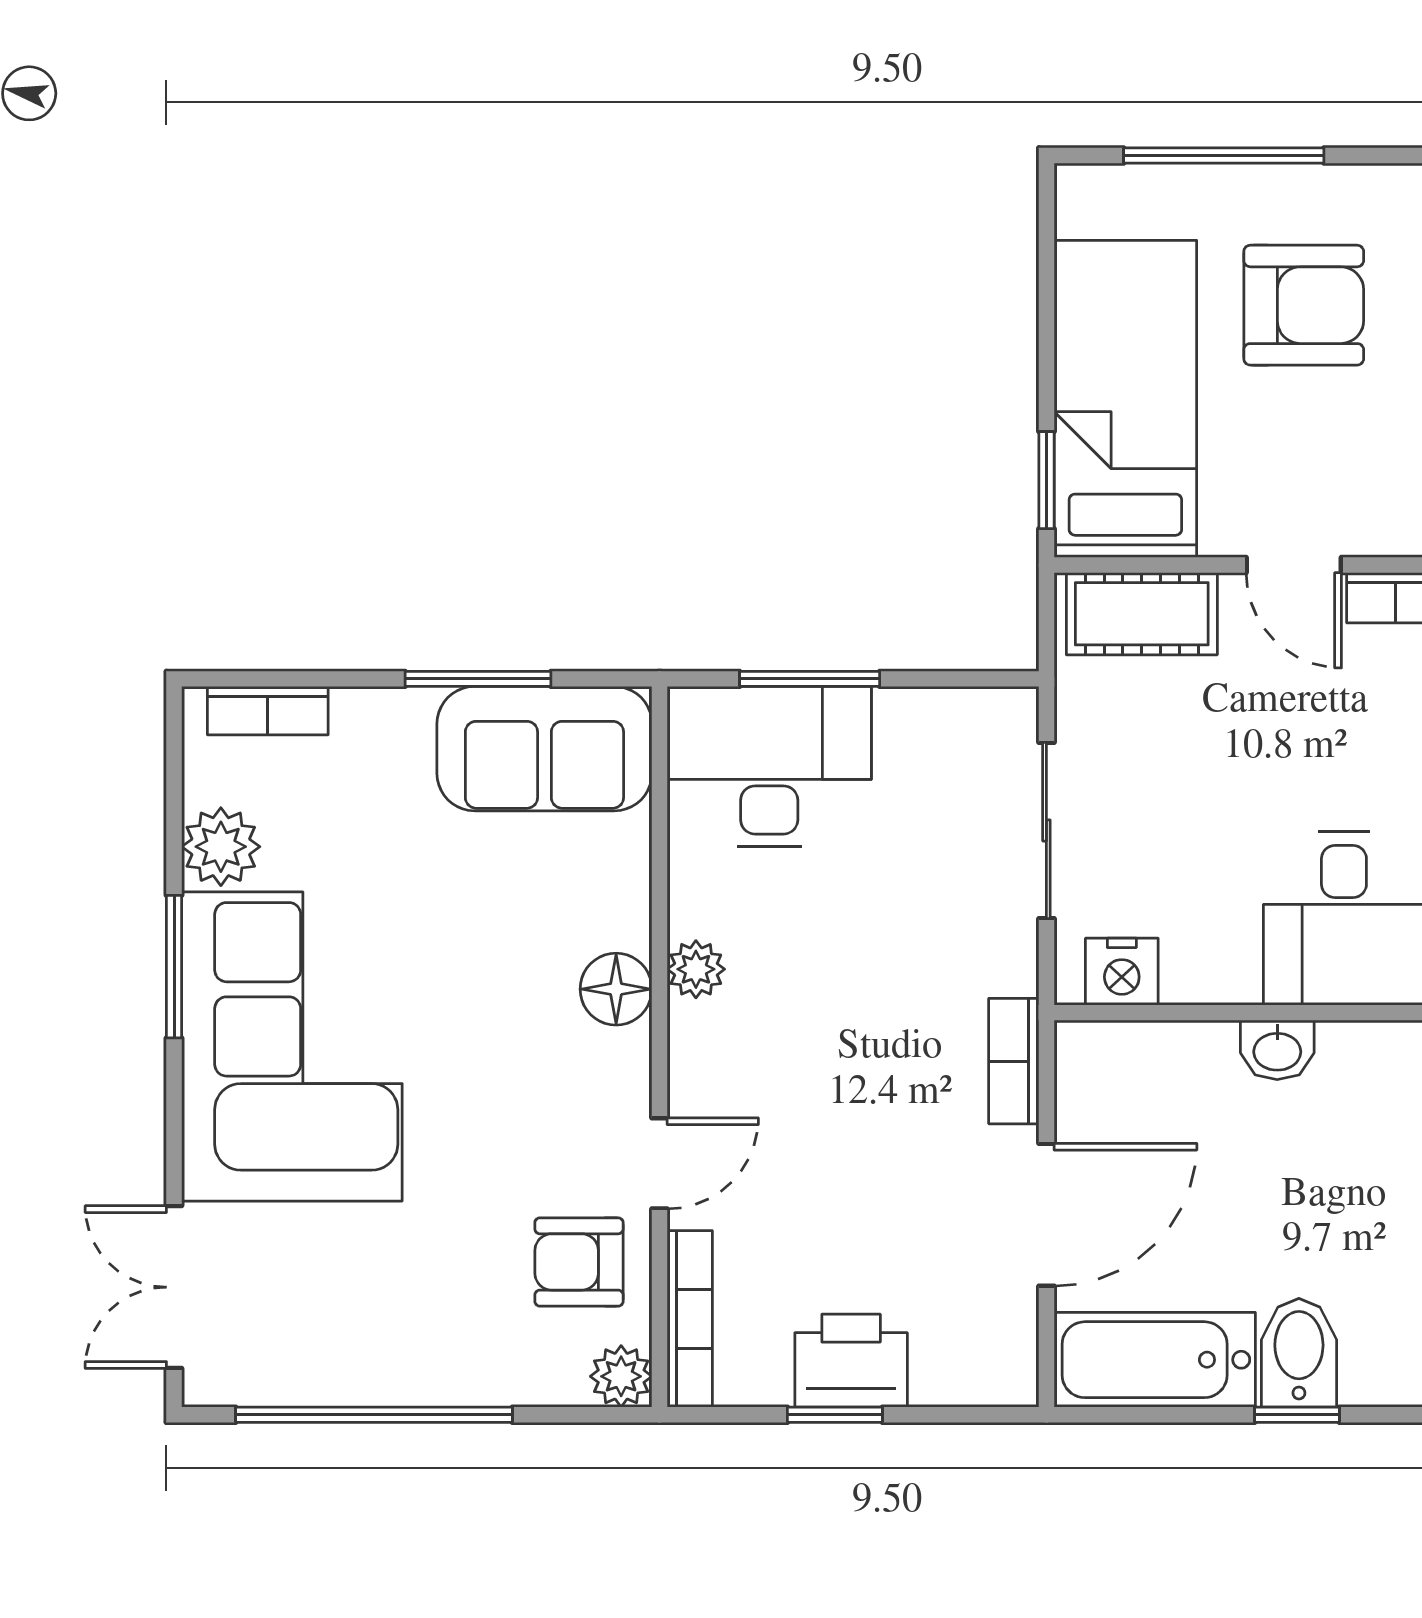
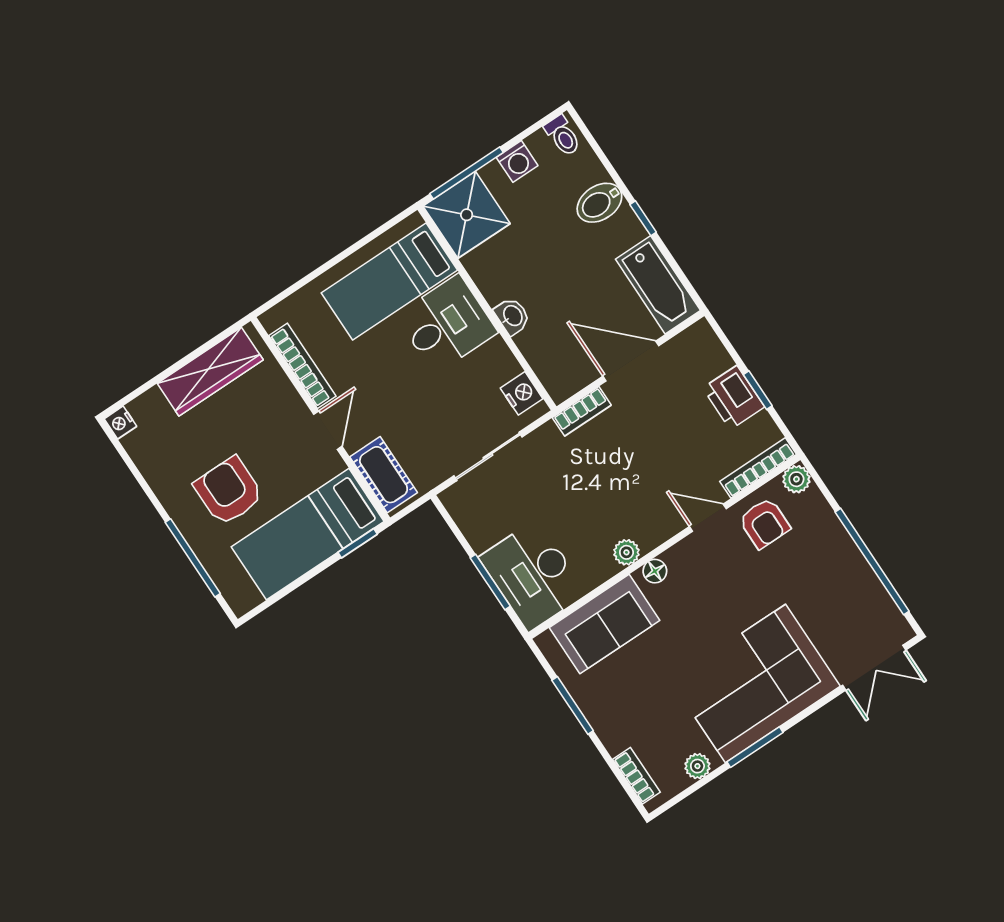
sofa: (544, 749) -> (605, 624), moved, turned 90
plant: (221, 847) -> (697, 766), width x0.73, depth x0.73
floor lamp: (616, 989) -> (655, 571), width x0.73, depth x0.73
bidet: (1299, 1353) -> (599, 203), moved

